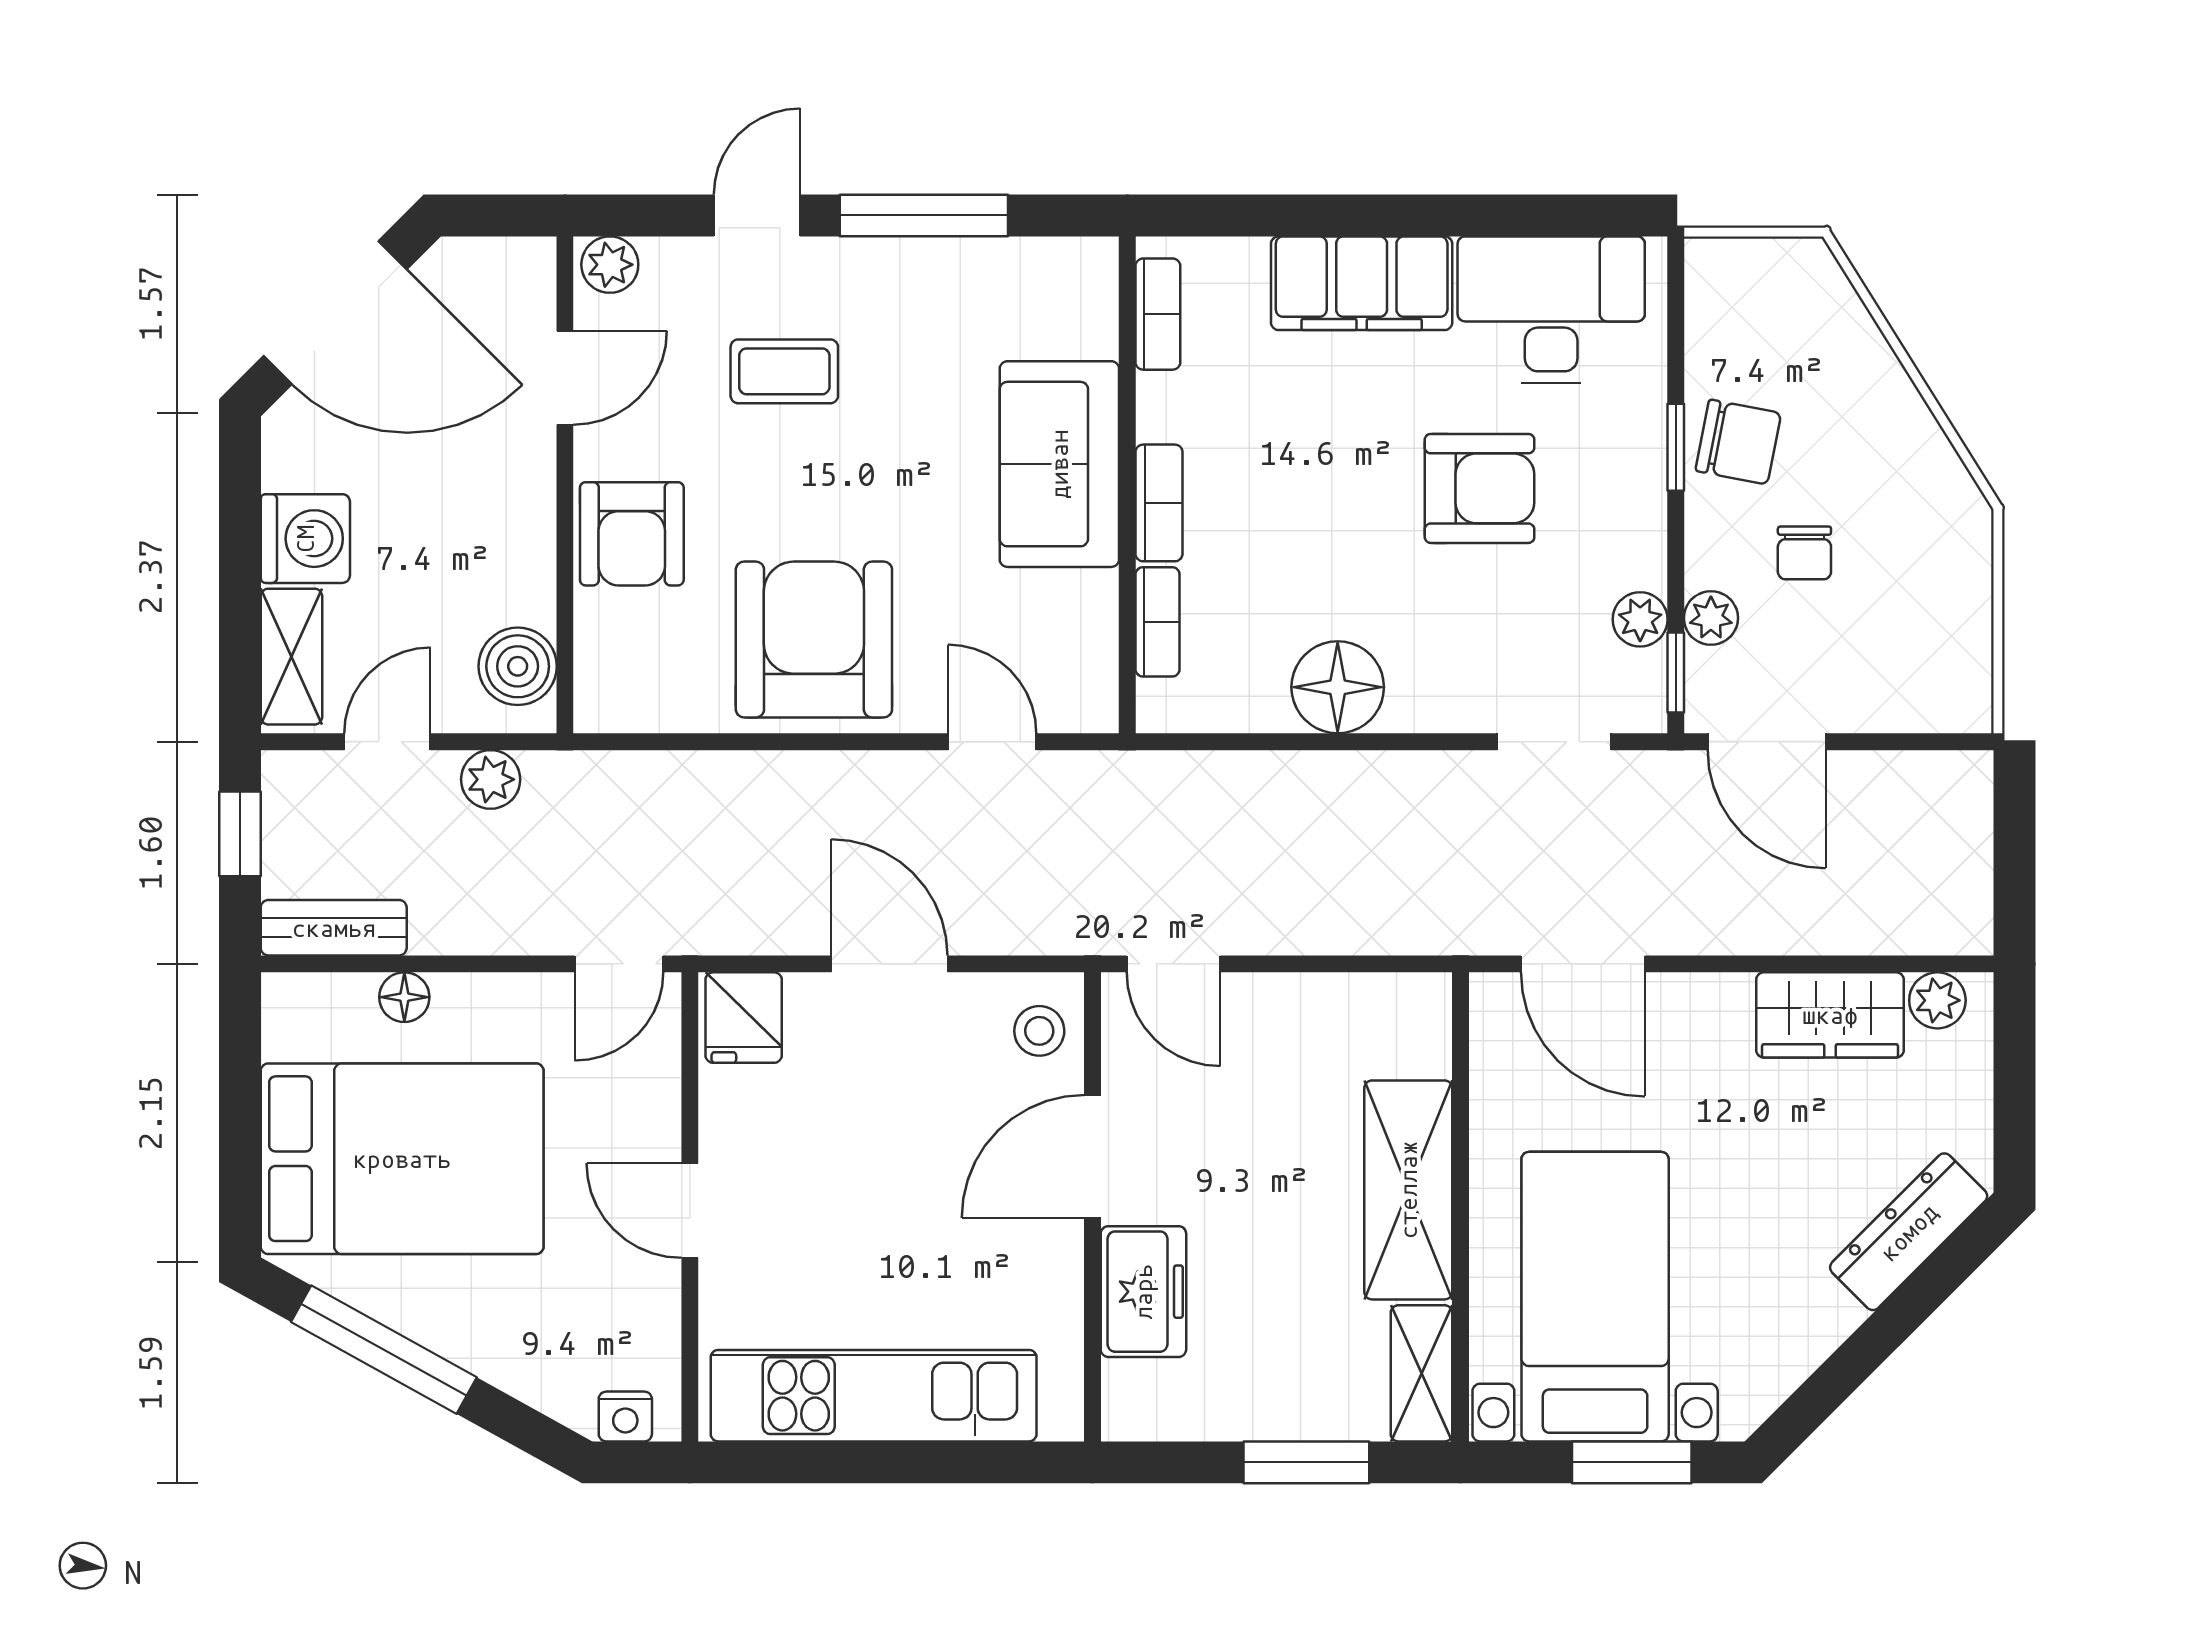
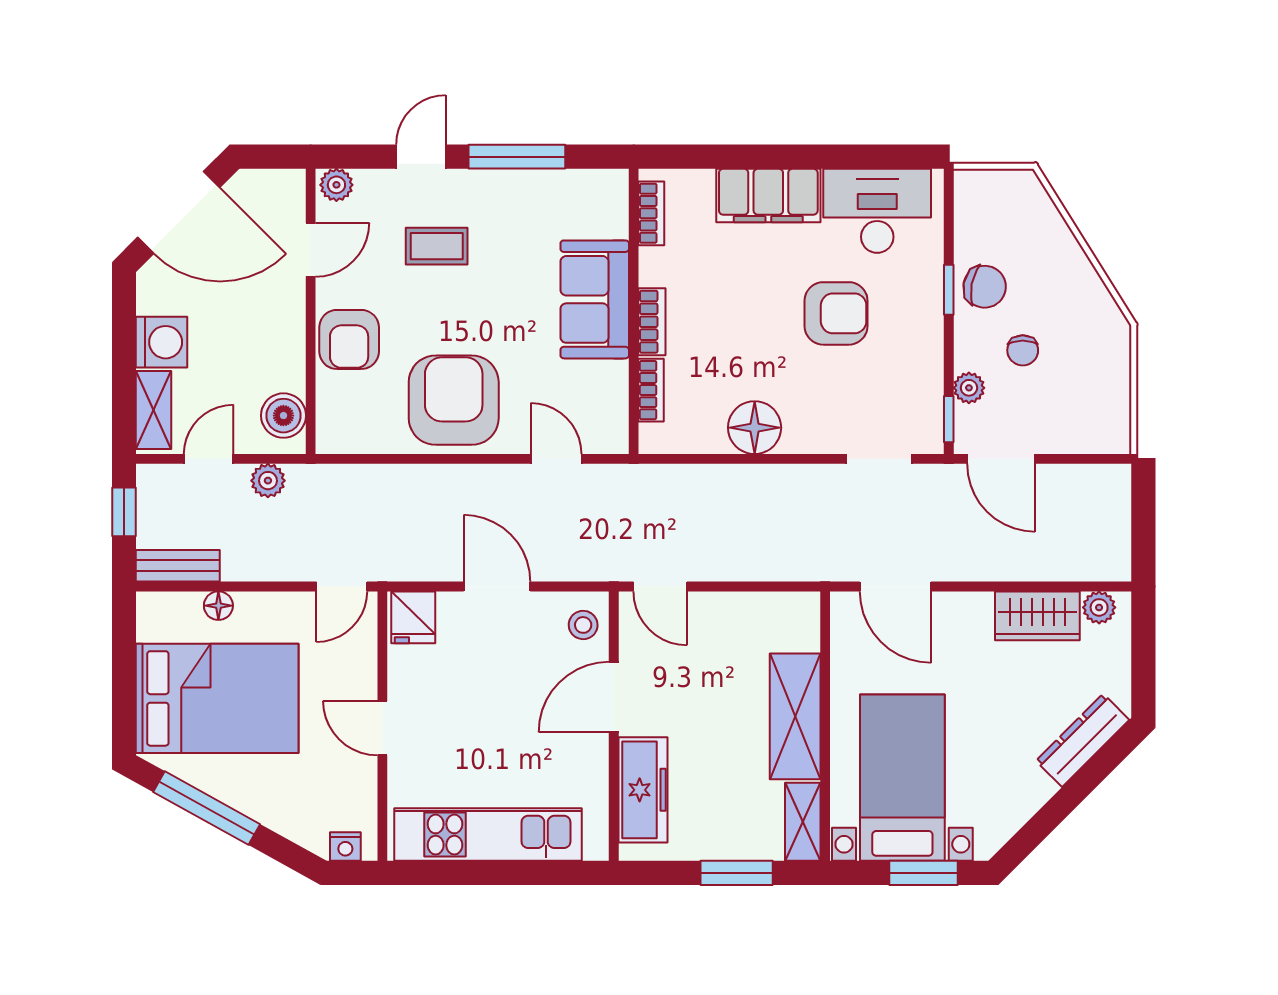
plant: (1640, 619) -> (928, 389), removed
freezer: (1143, 1292) -> (643, 790), width x1.40

